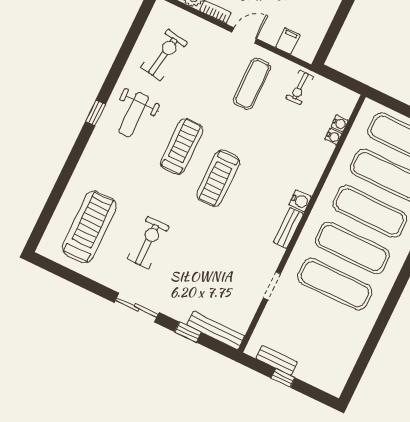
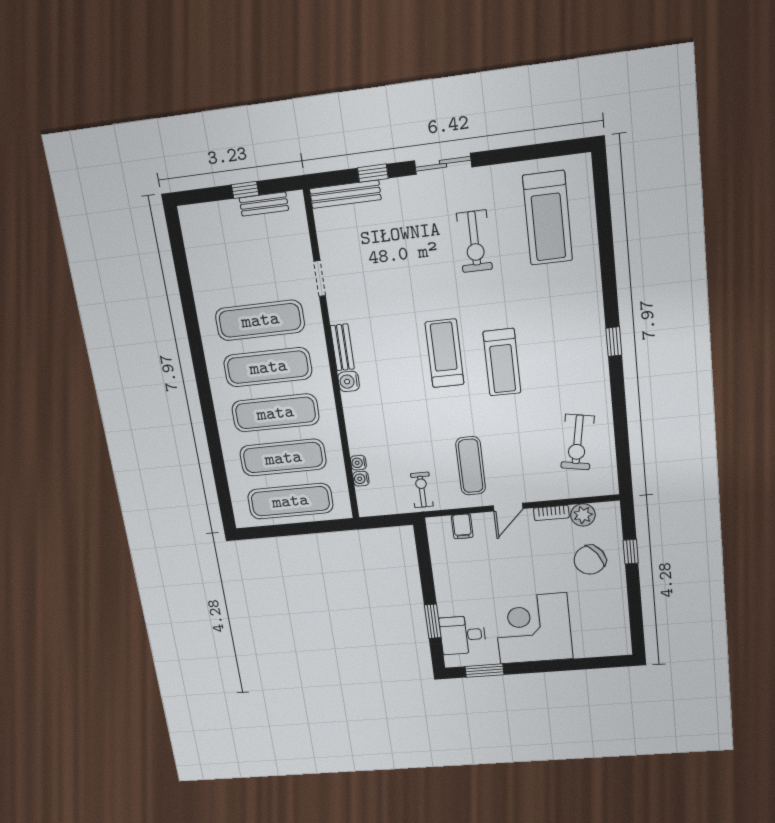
weight bench: (134, 115) -> (572, 364), removed

